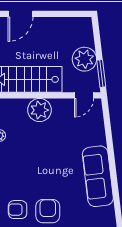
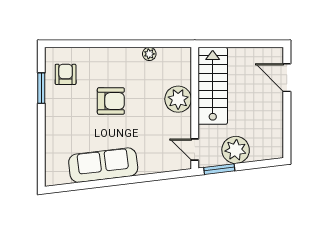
armchair: (48, 211) -> (111, 101), moved

